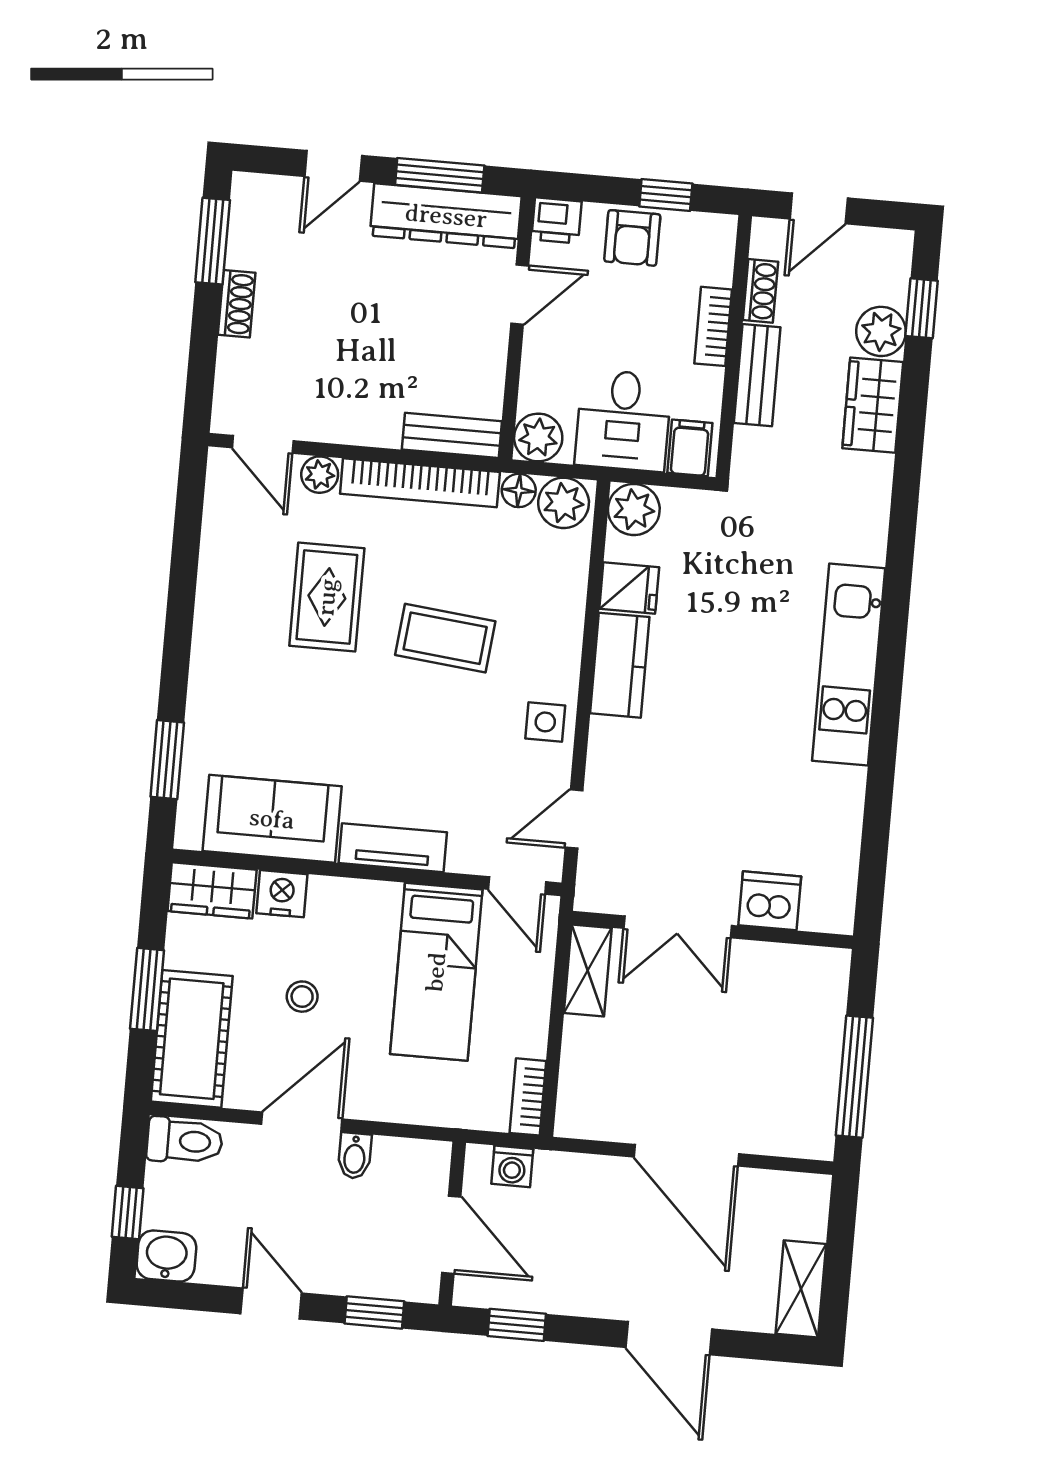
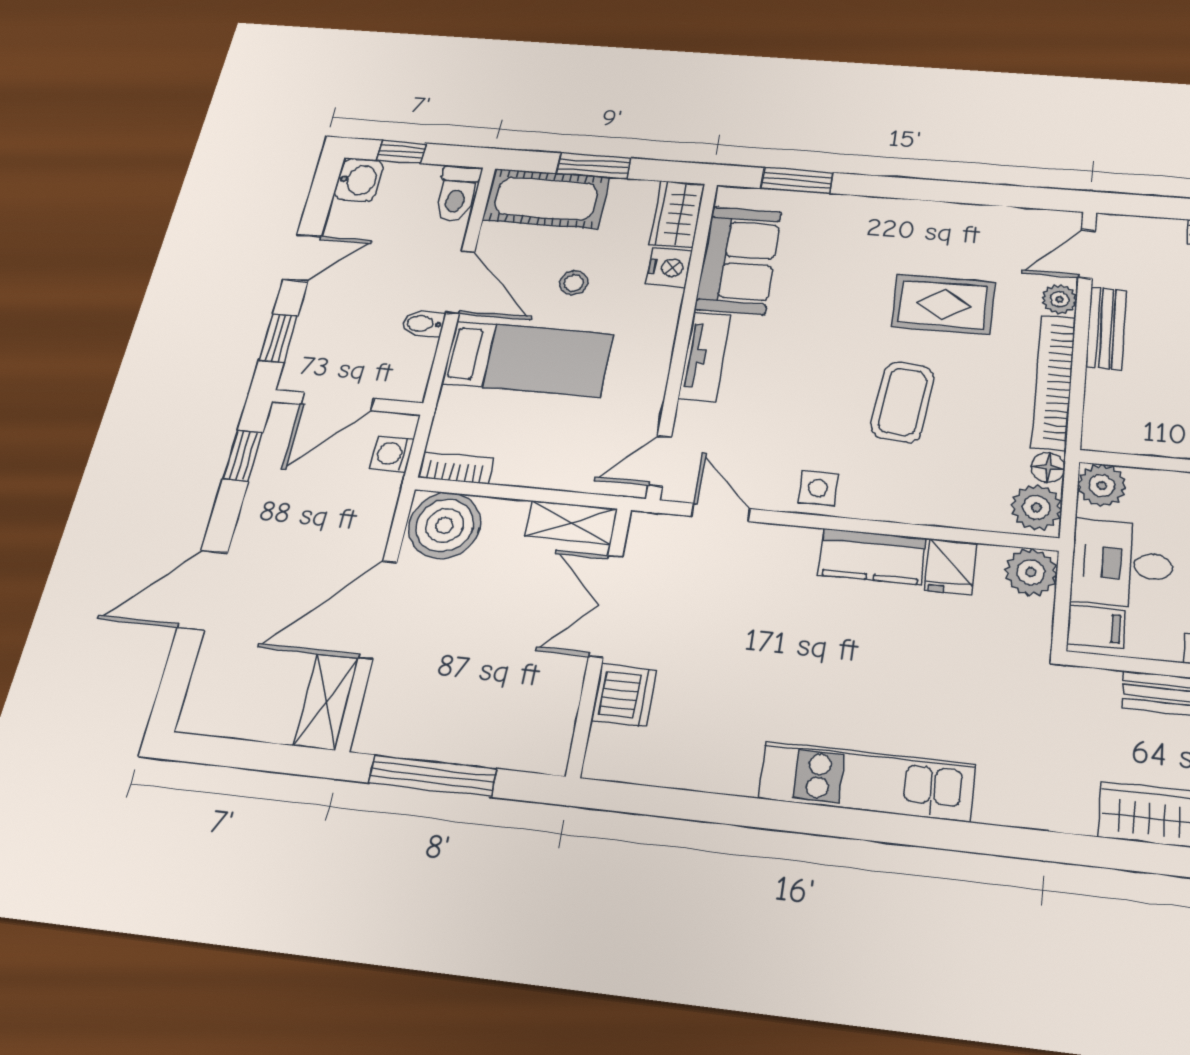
bench: (452, 435) -> (1106, 328), moved
bed: (436, 972) -> (527, 359), moved, turned 180
boiler: (593, 1100) -> (445, 525), added
shelving: (801, 1289) -> (326, 702), moved, turned 90

